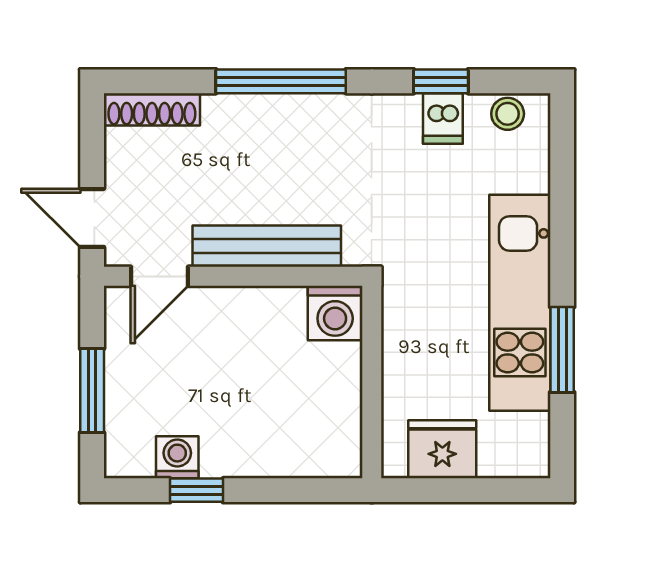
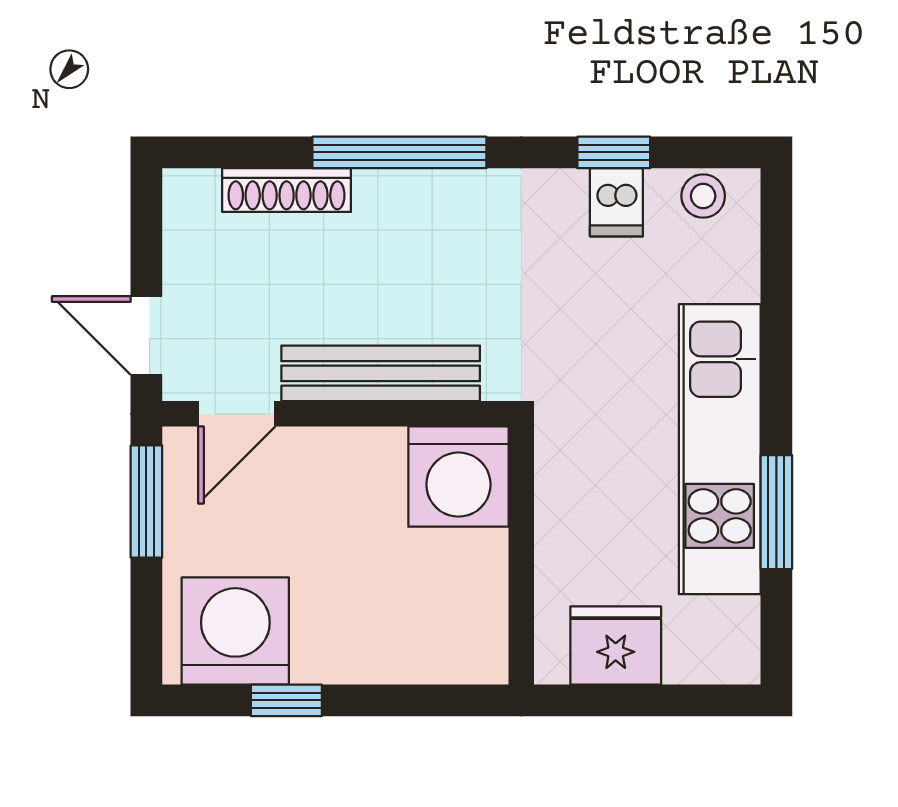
shoe rack: (152, 109) -> (287, 190), moved
washing machine: (335, 313) -> (458, 477), width x1.37, depth x1.37
window: (92, 391) -> (146, 502), moved
washing machine: (177, 457) -> (235, 631), width x1.89, depth x1.89

